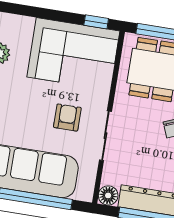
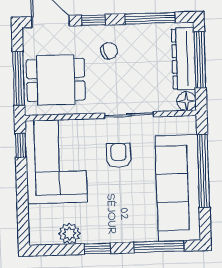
armchair: (67, 117) -> (119, 155), turned 90

